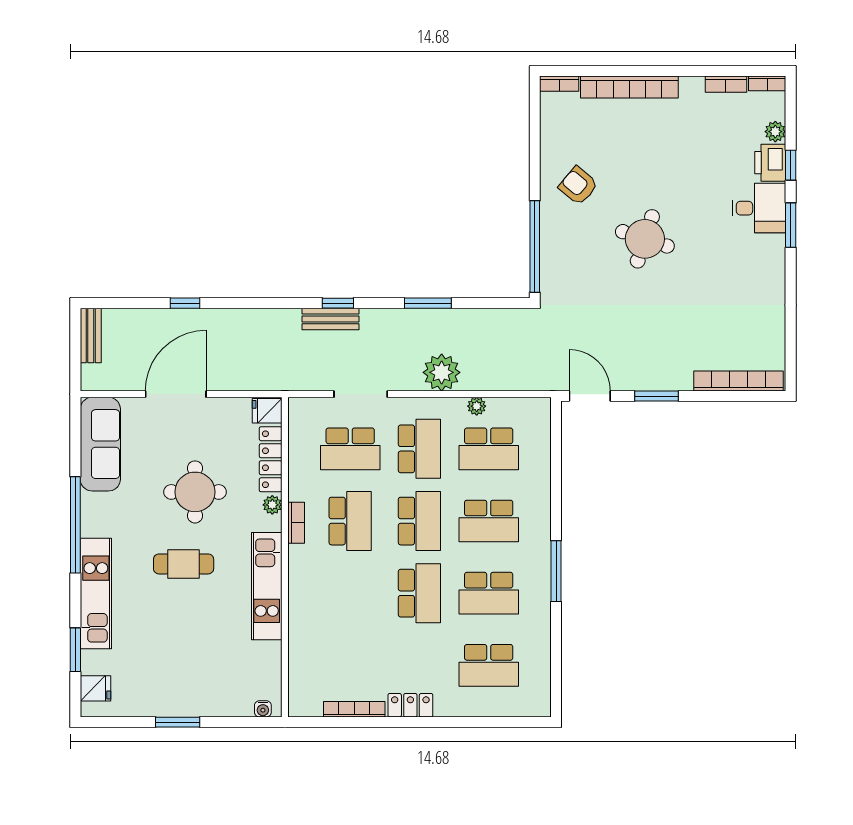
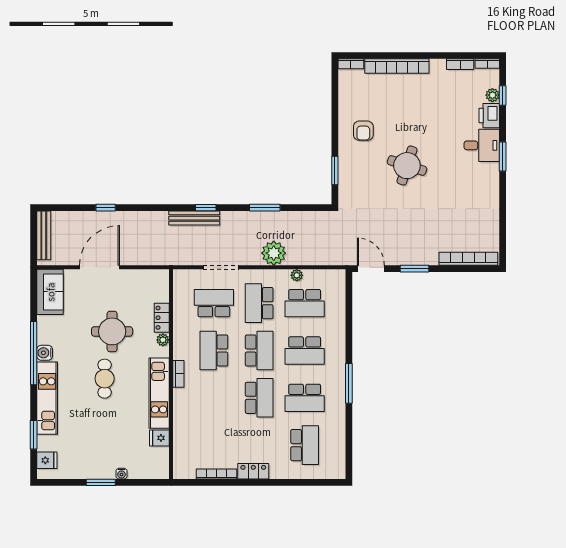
window: (791, 165) -> (503, 95), moved
armchair: (578, 186) -> (363, 131), turned -130
window: (535, 246) -> (335, 171), width x0.47
bench: (331, 319) -> (194, 218), width x1.36
bench: (91, 335) -> (44, 235), width x1.36
fridge: (267, 411) -> (159, 438), moved
sofa: (100, 444) -> (50, 292), width x0.73
school desk: (350, 449) -> (214, 303), turned 180
school desk: (419, 449) -> (259, 303), turned 180
locker: (271, 459) -> (162, 318), width x0.66
school desk: (350, 521) -> (214, 350), turned 180
bookcase: (296, 523) -> (178, 374), moved
water cooler: (92, 524) -> (45, 353), added
cafe table: (184, 564) -> (105, 379), turned 90
school desk: (489, 665) -> (305, 445), turned -90
water cooler: (263, 709) -> (121, 474), moved

